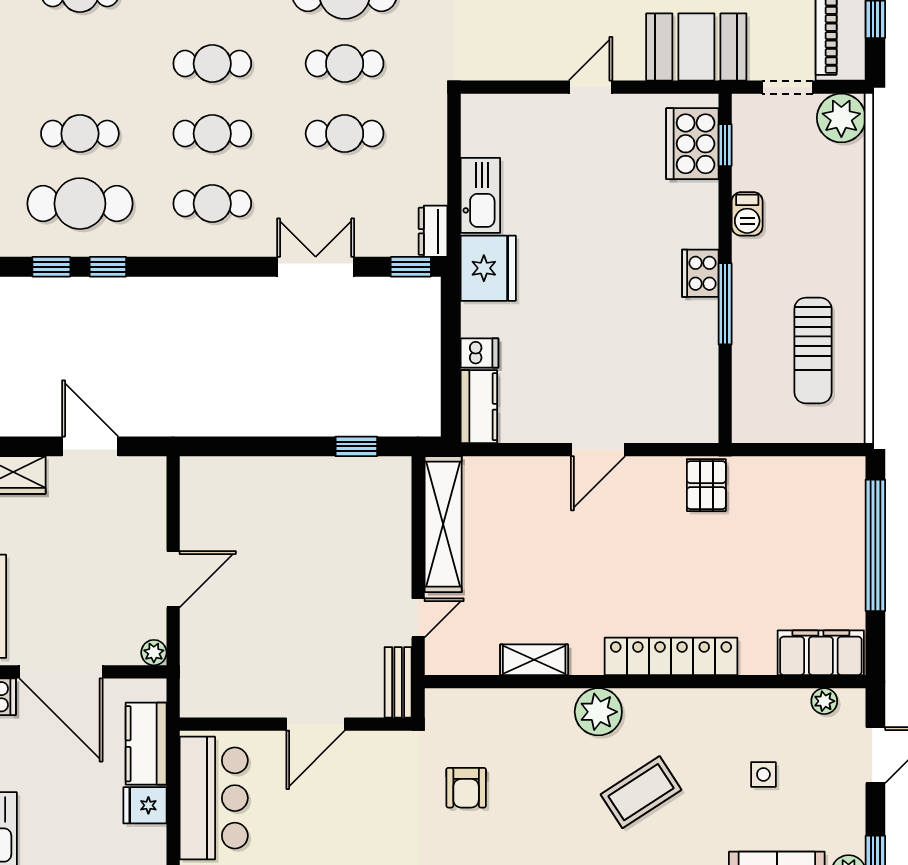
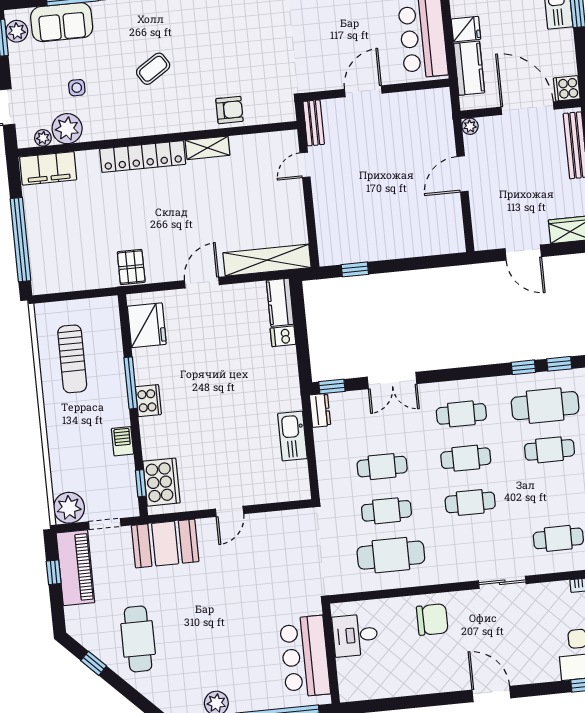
fridge: (488, 268) -> (147, 325), moved, turned 180
sun lounger: (813, 351) -> (72, 359), turned 180
shelving: (443, 524) -> (267, 260), moved, turned 90
shelving: (534, 660) -> (208, 148), moved
plant: (598, 712) -> (67, 129), moved
armchair: (466, 788) -> (229, 110), moved, turned 90
coffee table: (641, 792) -> (153, 69), width x0.73, depth x0.77

